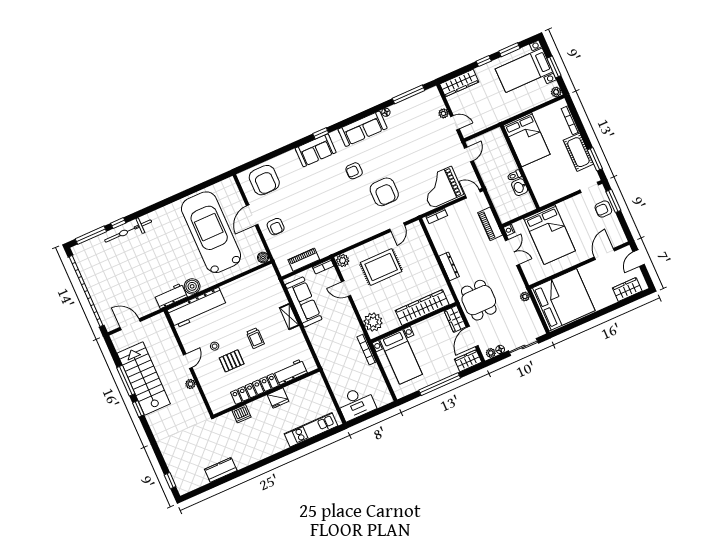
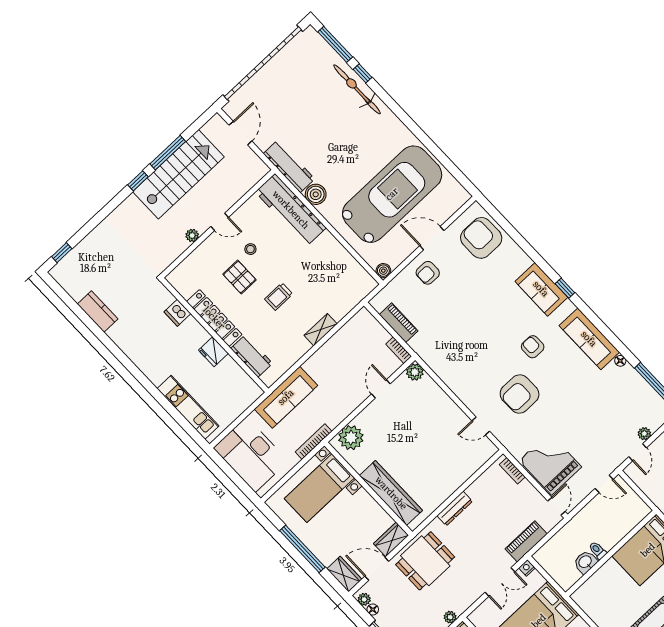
armchair: (264, 180) -> (481, 238), turned 90
rug: (381, 267) -> (424, 423), removed
workbench: (171, 296) -> (289, 166), width x1.38
sofa: (304, 302) -> (286, 397), moved
desk: (356, 403) -> (251, 455), width x1.36, depth x1.30

